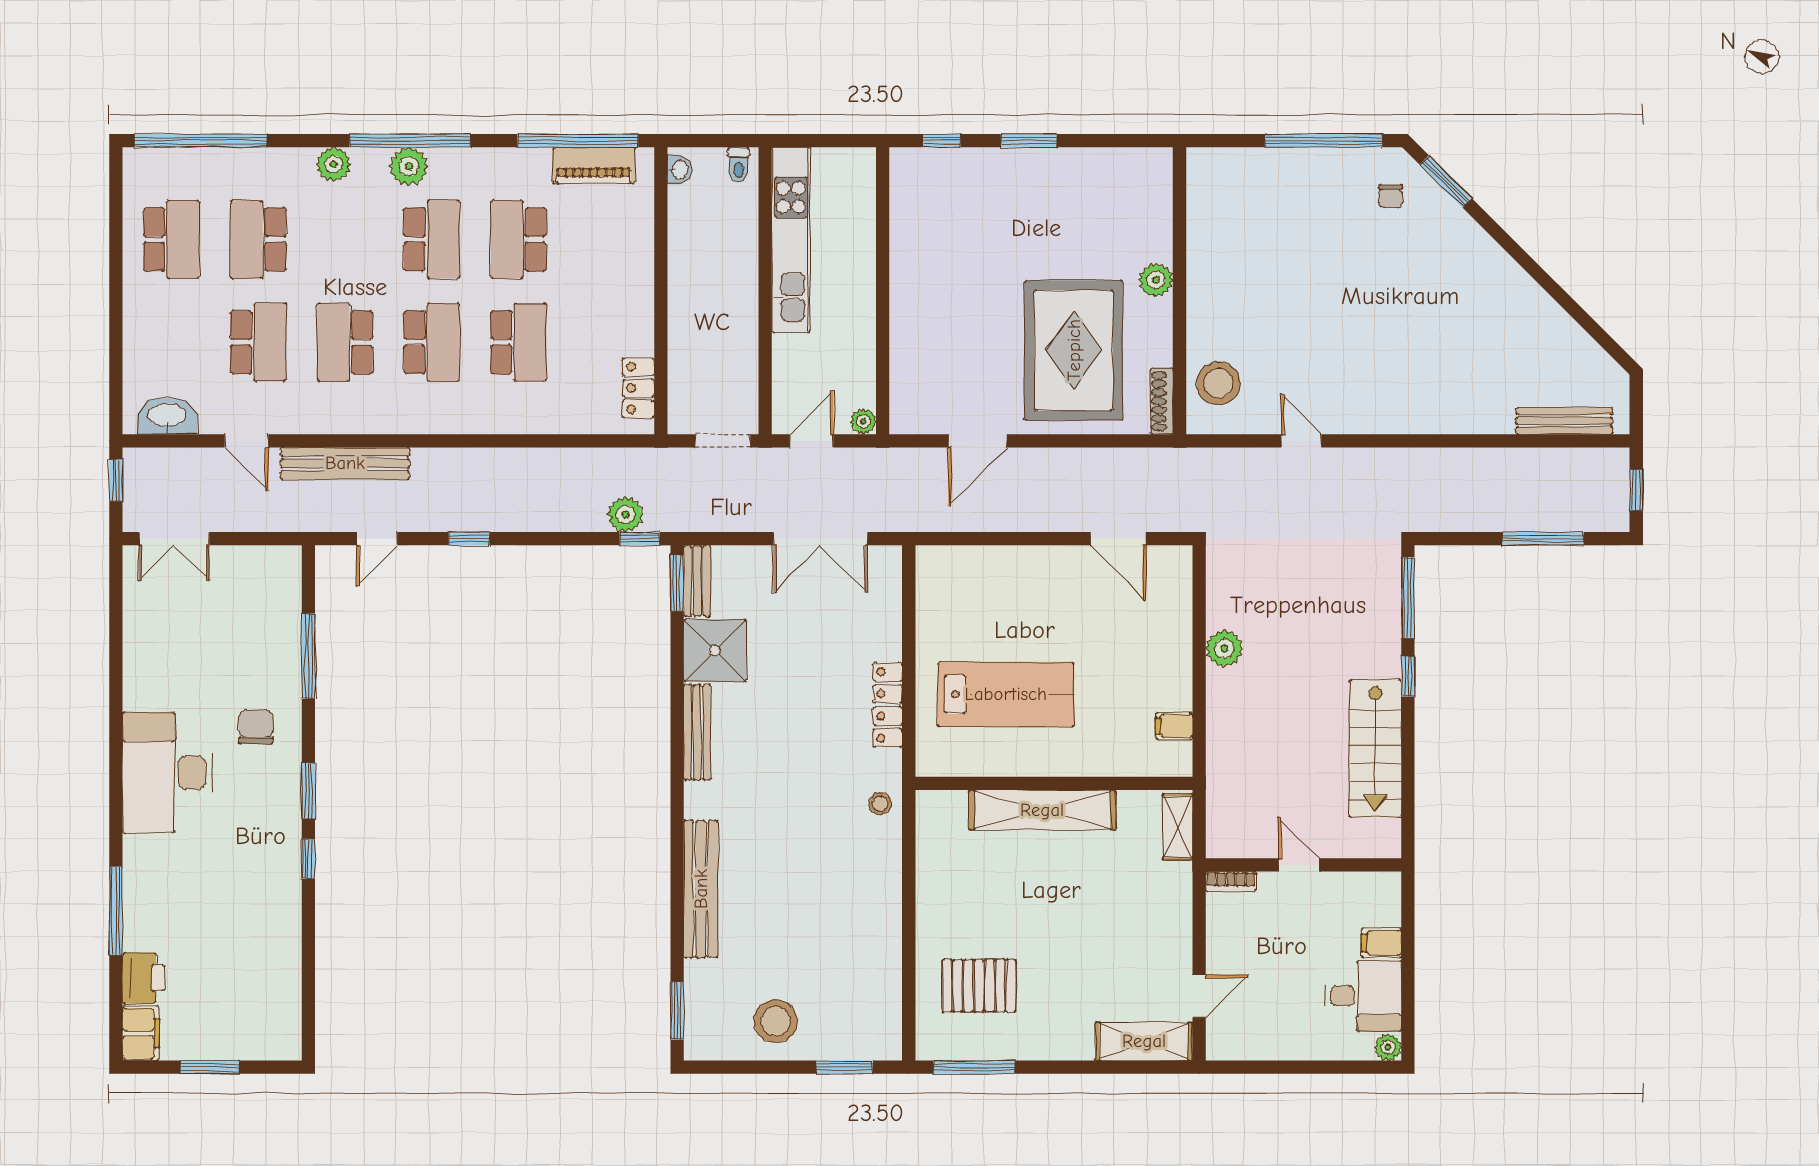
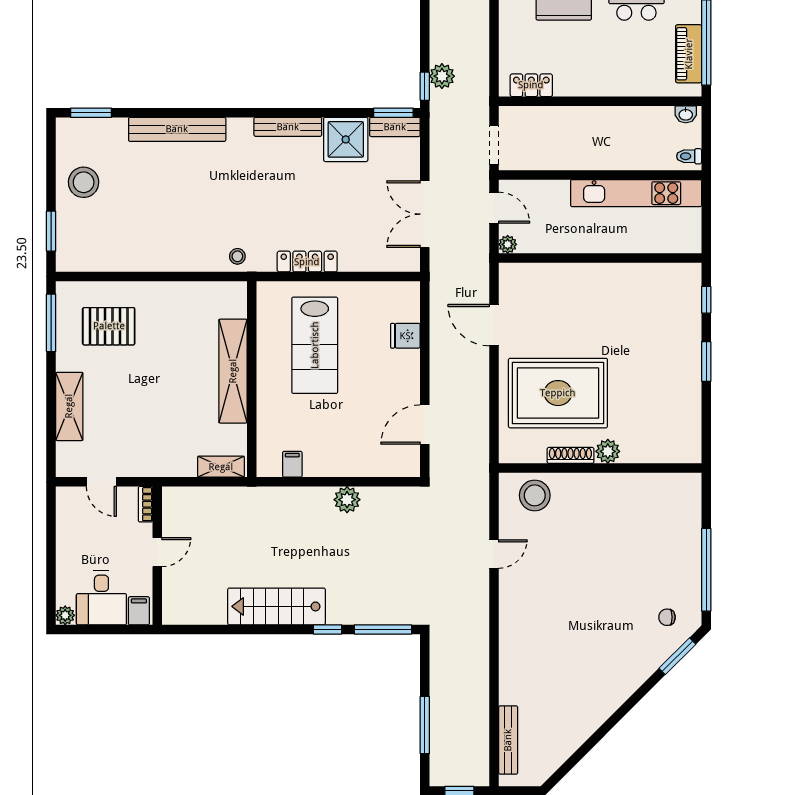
shoe rack: (1162, 401) -> (570, 455), moved
fridge: (992, 566) -> (405, 336), added
door: (1299, 865) -> (157, 552), moved
wall: (1303, 865) -> (157, 556), moved
bookcase: (1231, 882) -> (145, 504), moved
pallet: (979, 986) -> (109, 326), turned 90
shelving: (1144, 1041) -> (69, 406), moved

